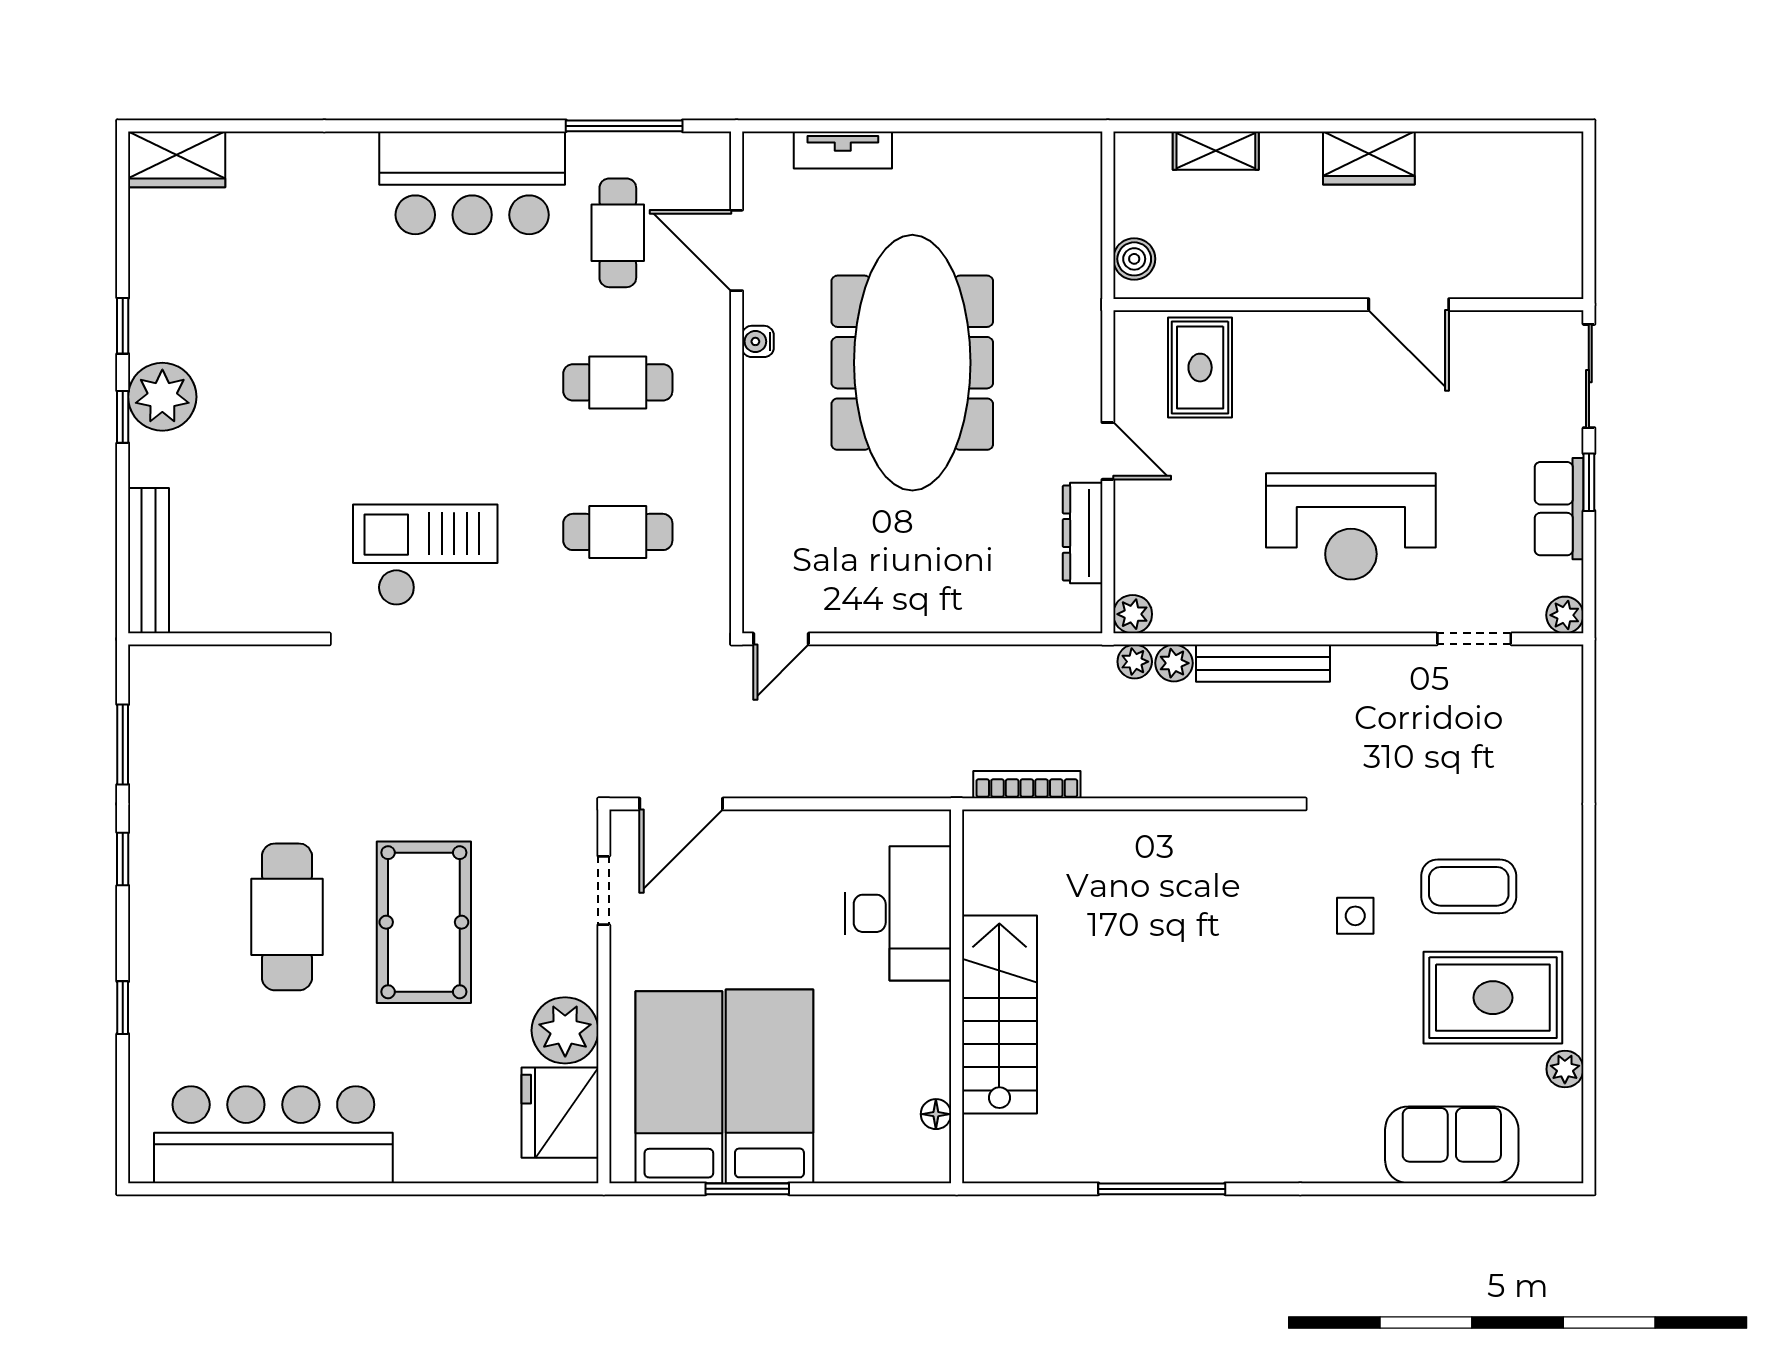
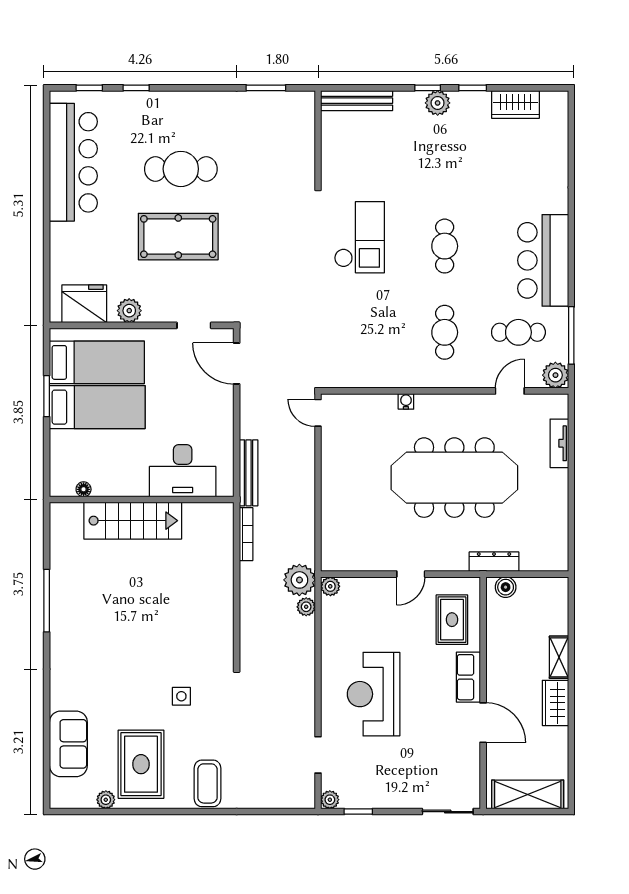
shelving: (1216, 151) -> (559, 657), moved
plant: (705, 158) -> (555, 375), added
wardrobe: (177, 159) -> (515, 104), moved, turned -90
shelving: (1554, 214) -> (528, 794), added
door: (737, 250) -> (510, 391), width x0.73
door: (1409, 305) -> (483, 723), swing flipped
water cooler: (758, 341) -> (406, 401), moved
rug: (1200, 368) -> (452, 620), turned 90
plant: (162, 397) -> (438, 103), width x0.73, depth x0.73
window: (1589, 482) -> (358, 812), moved
row of seats: (1559, 509) -> (468, 677), moved, turned -90
cafe table: (618, 532) -> (445, 246), moved
dresser: (1083, 533) -> (494, 562), moved
plant: (1135, 662) -> (299, 580), width x1.88, depth x1.88
bench: (1263, 663) -> (249, 473), moved
window: (123, 859) -> (89, 88), moved
coffee table: (1469, 886) -> (207, 783), moved
plant: (565, 1030) -> (129, 311), width x0.73, depth x0.73

